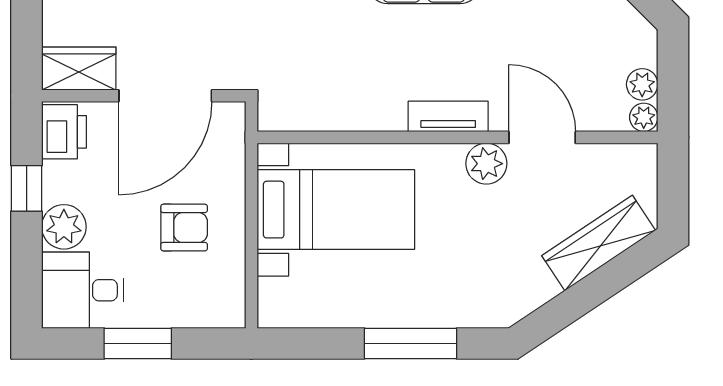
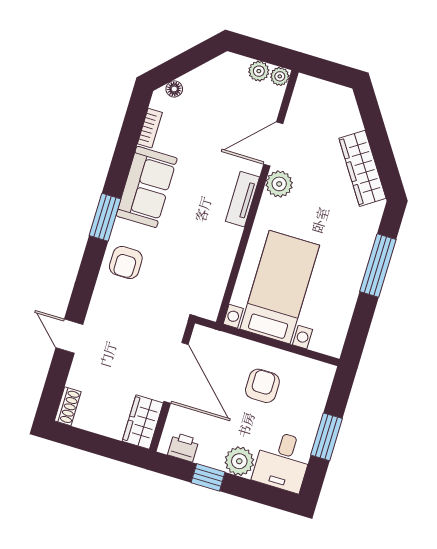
printer: (64, 132) -> (183, 447), width x0.73, depth x0.81
wardrobe: (599, 243) -> (362, 168), moved

